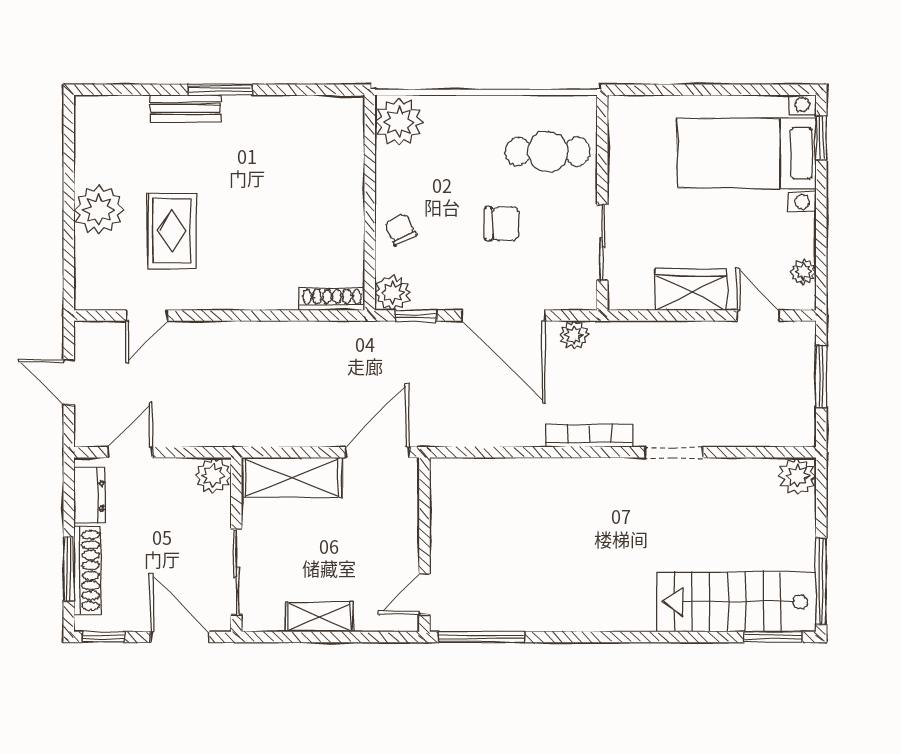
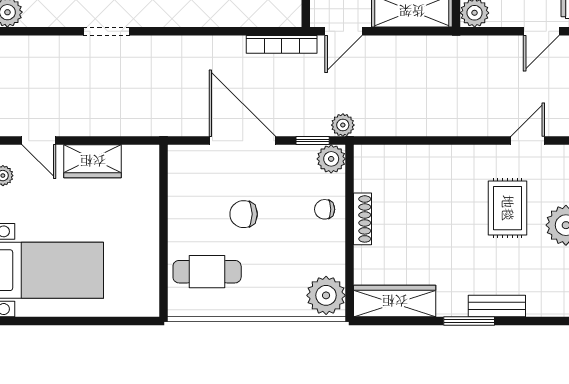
wardrobe: (313, 115) -> (395, 301), added
chair: (401, 230) -> (325, 209), turned 115
sliding door: (602, 242) -> (164, 199), removed
shoe rack: (332, 299) -> (362, 219), moved, turned -90
plant: (574, 335) -> (343, 125), moved
bookcase: (589, 436) -> (282, 44), moved
door: (377, 452) -> (344, 31), width x0.73

